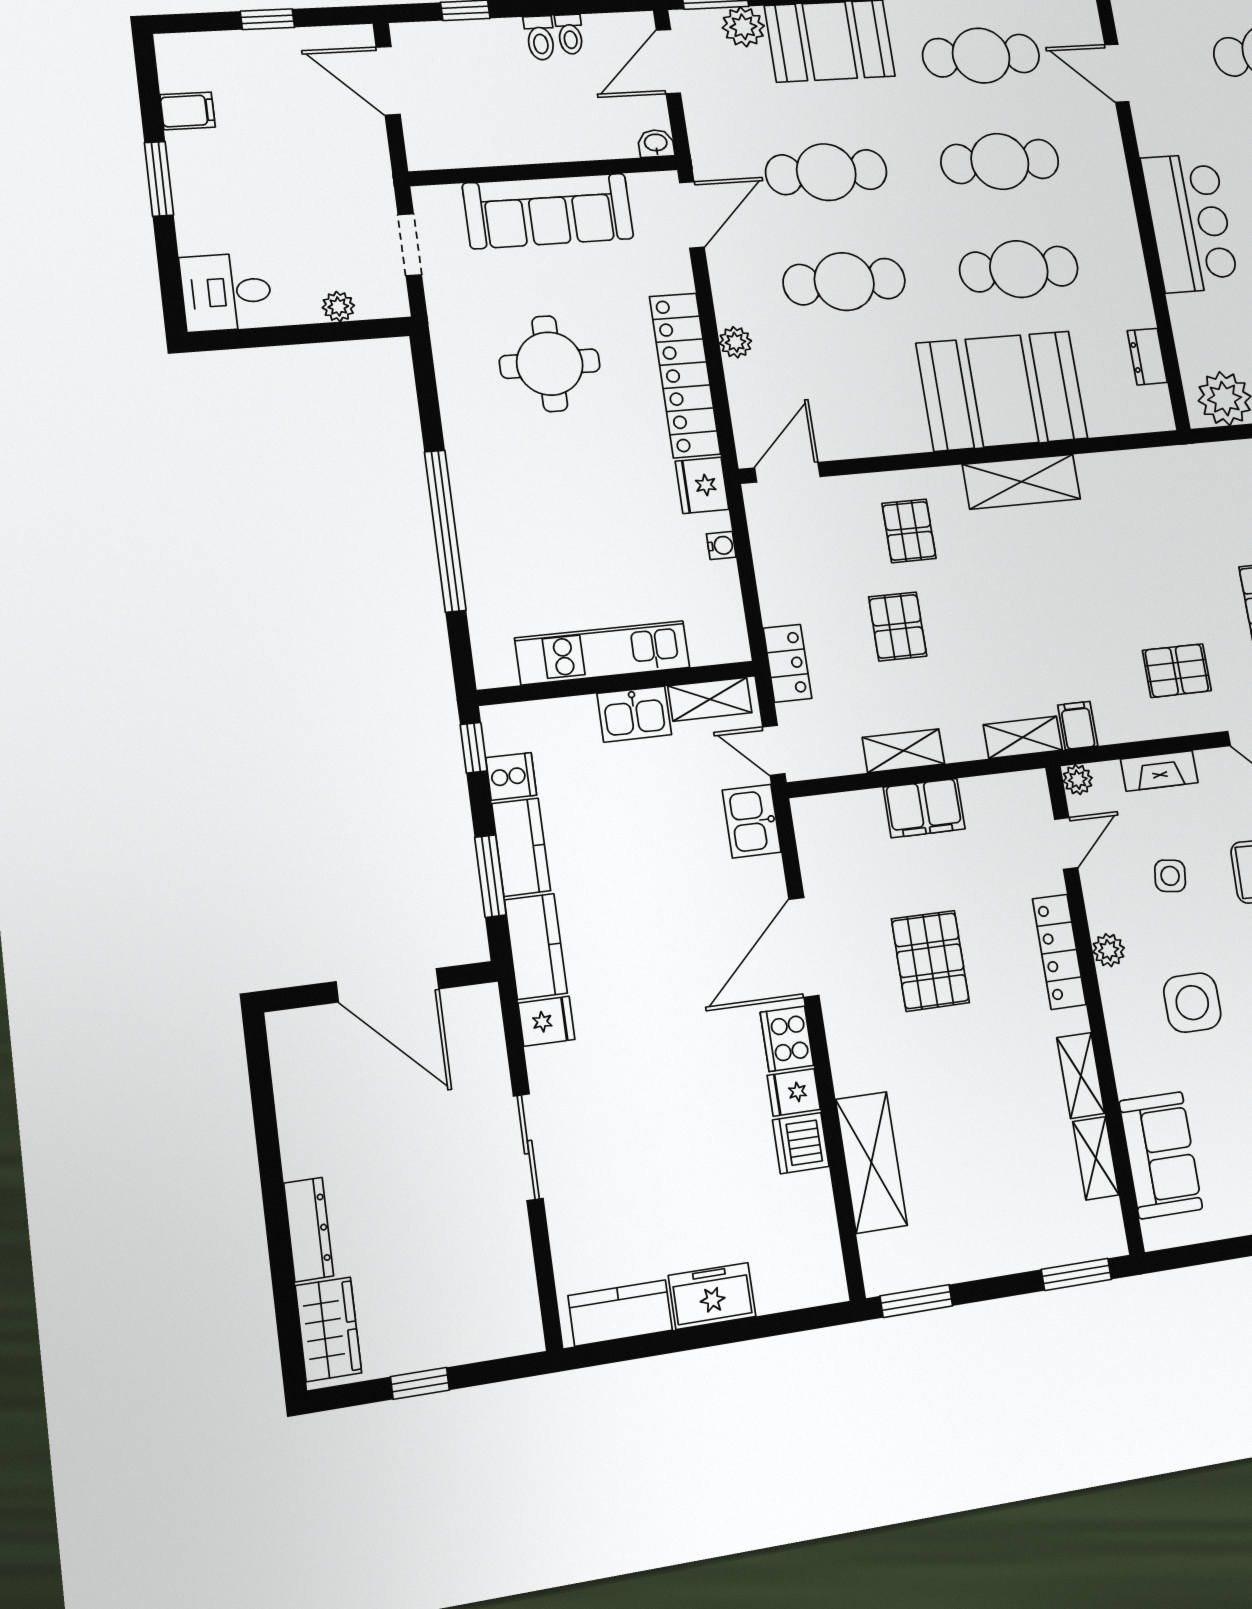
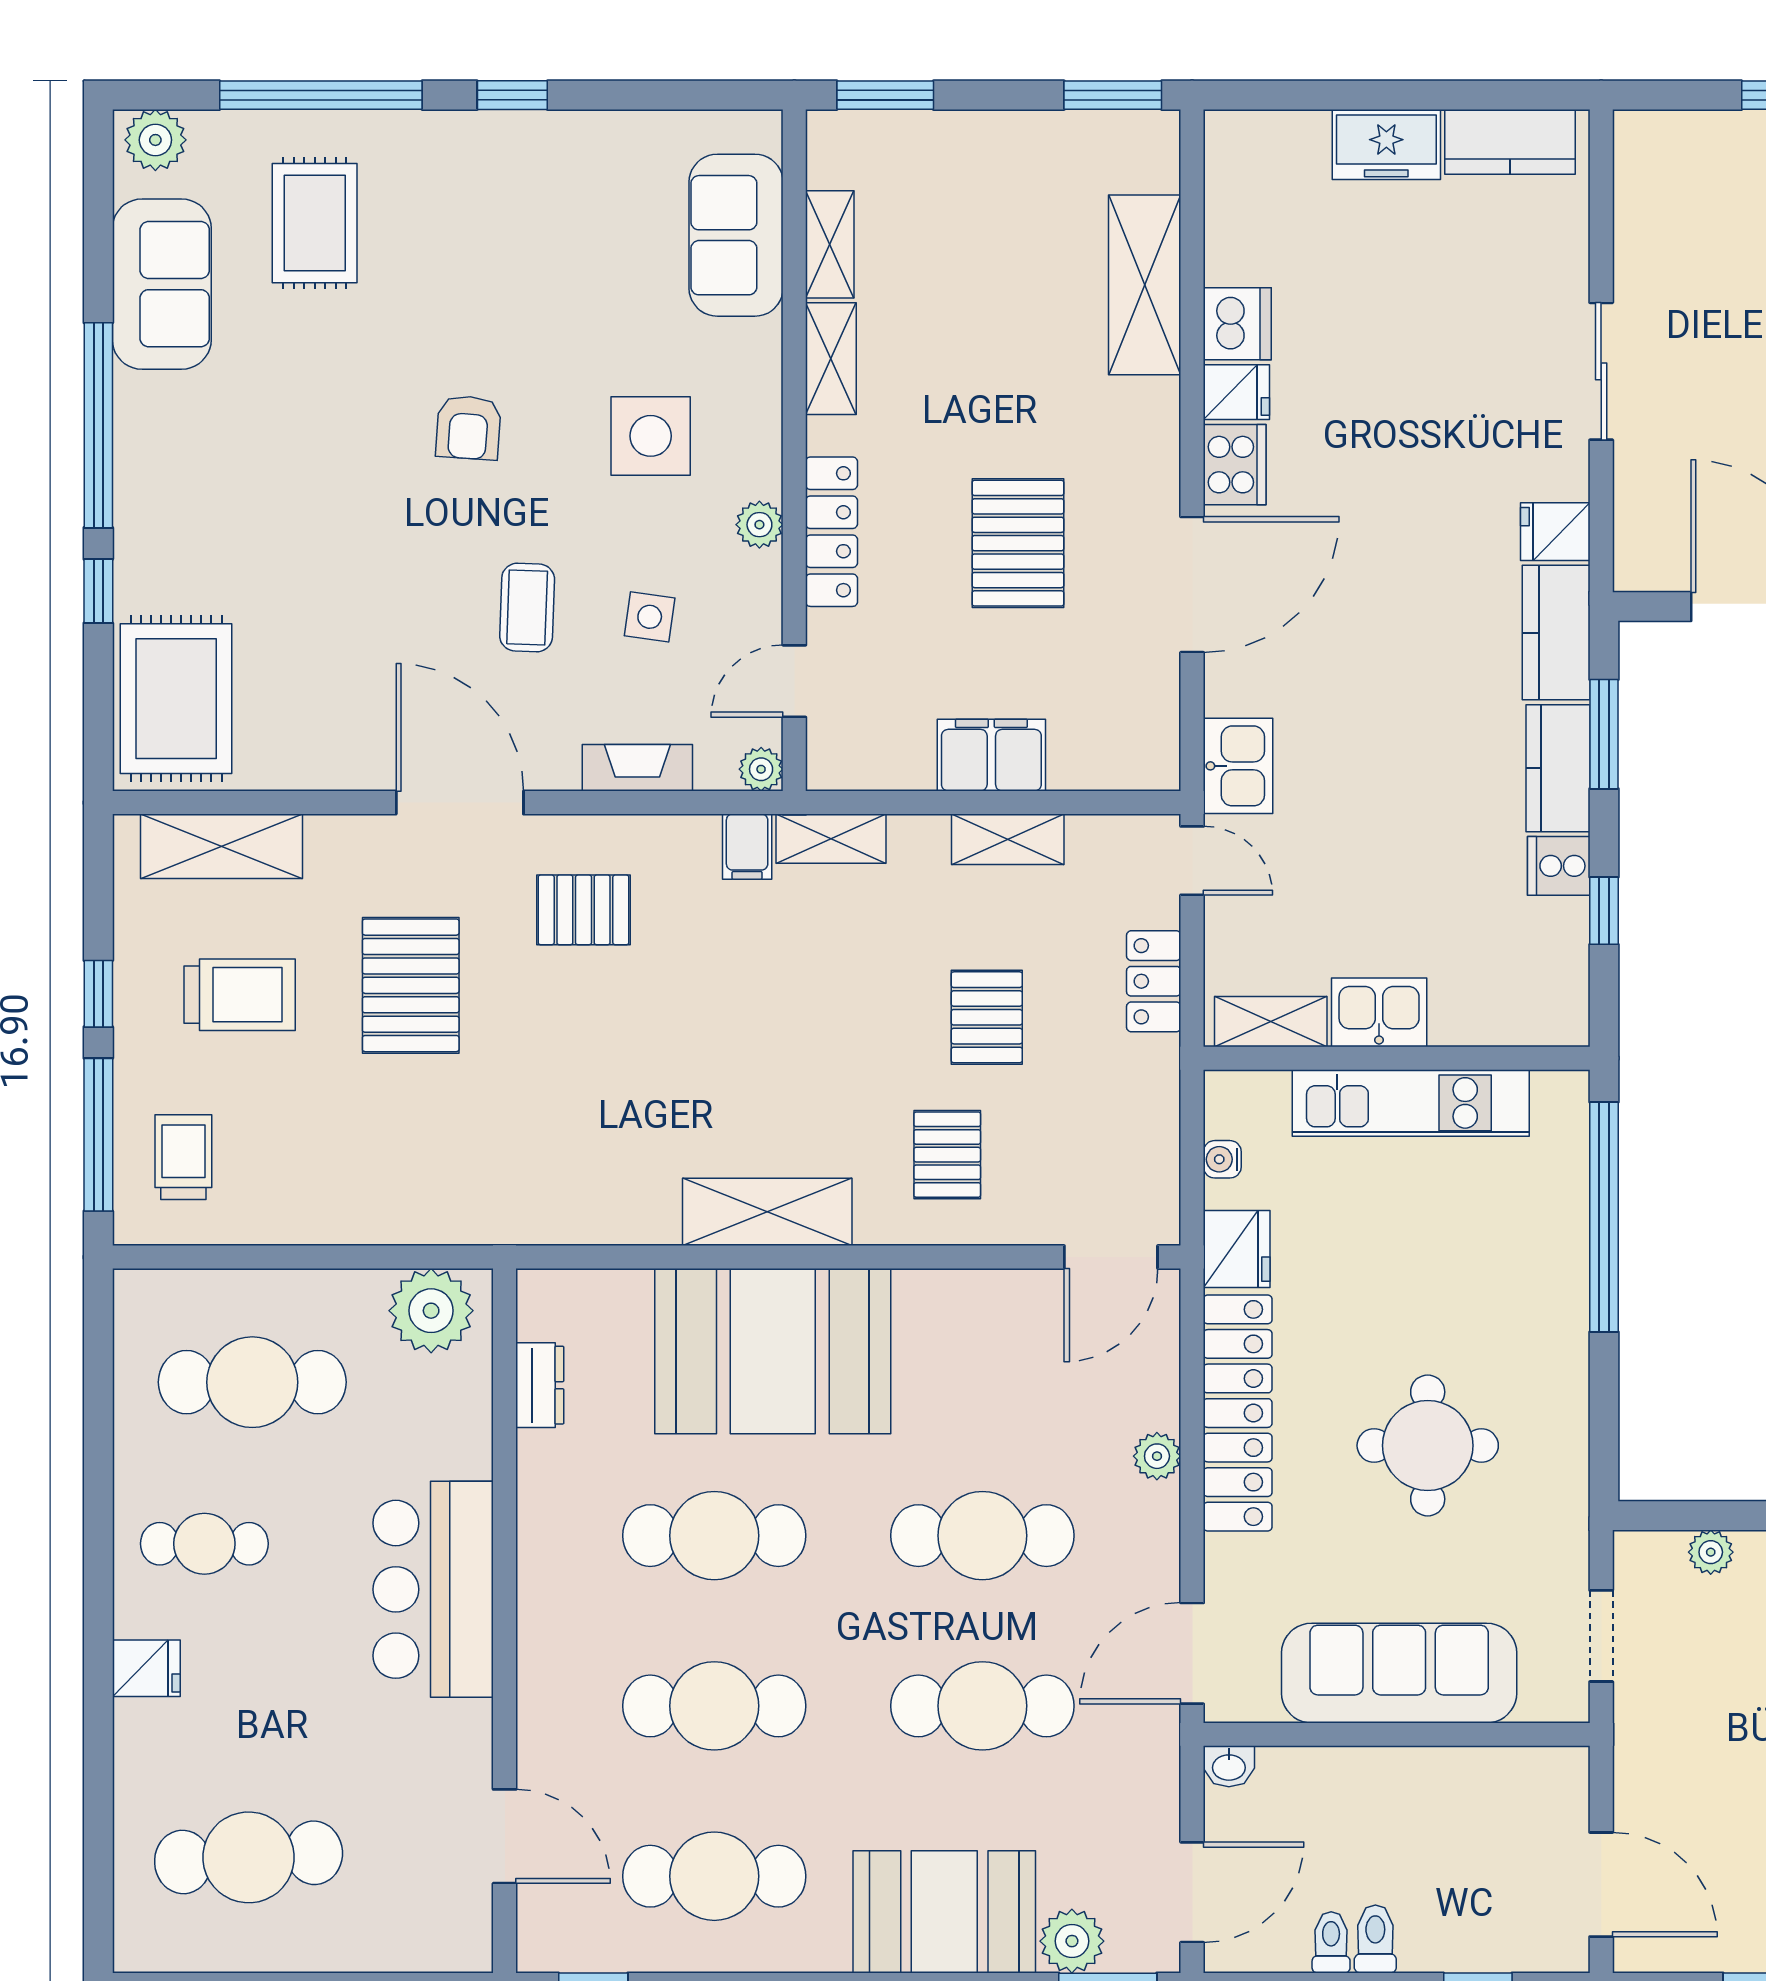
kitchen unit: (603, 653) -> (1411, 1103), moved
wall: (617, 683) -> (1397, 1058), moved
shelving: (710, 699) -> (1271, 1022), moved
kitchen sink: (634, 714) -> (1379, 1012), moved

